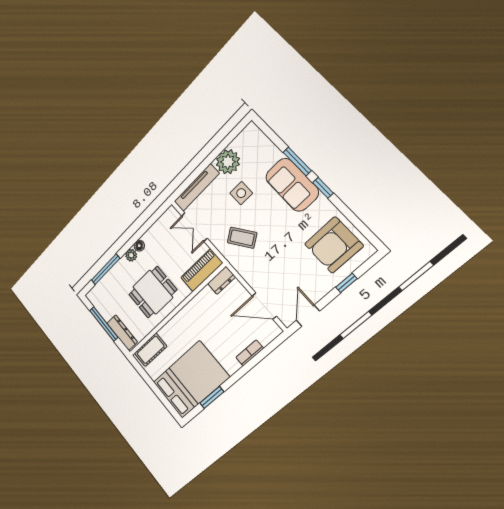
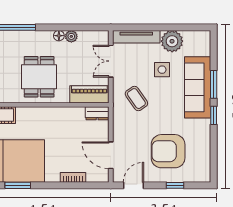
sofa: (292, 185) -> (198, 87), width x1.36
armchair: (334, 245) -> (168, 151), moved
plant: (131, 255) -> (71, 36), moved
dining table: (153, 292) -> (39, 77), turned 90

